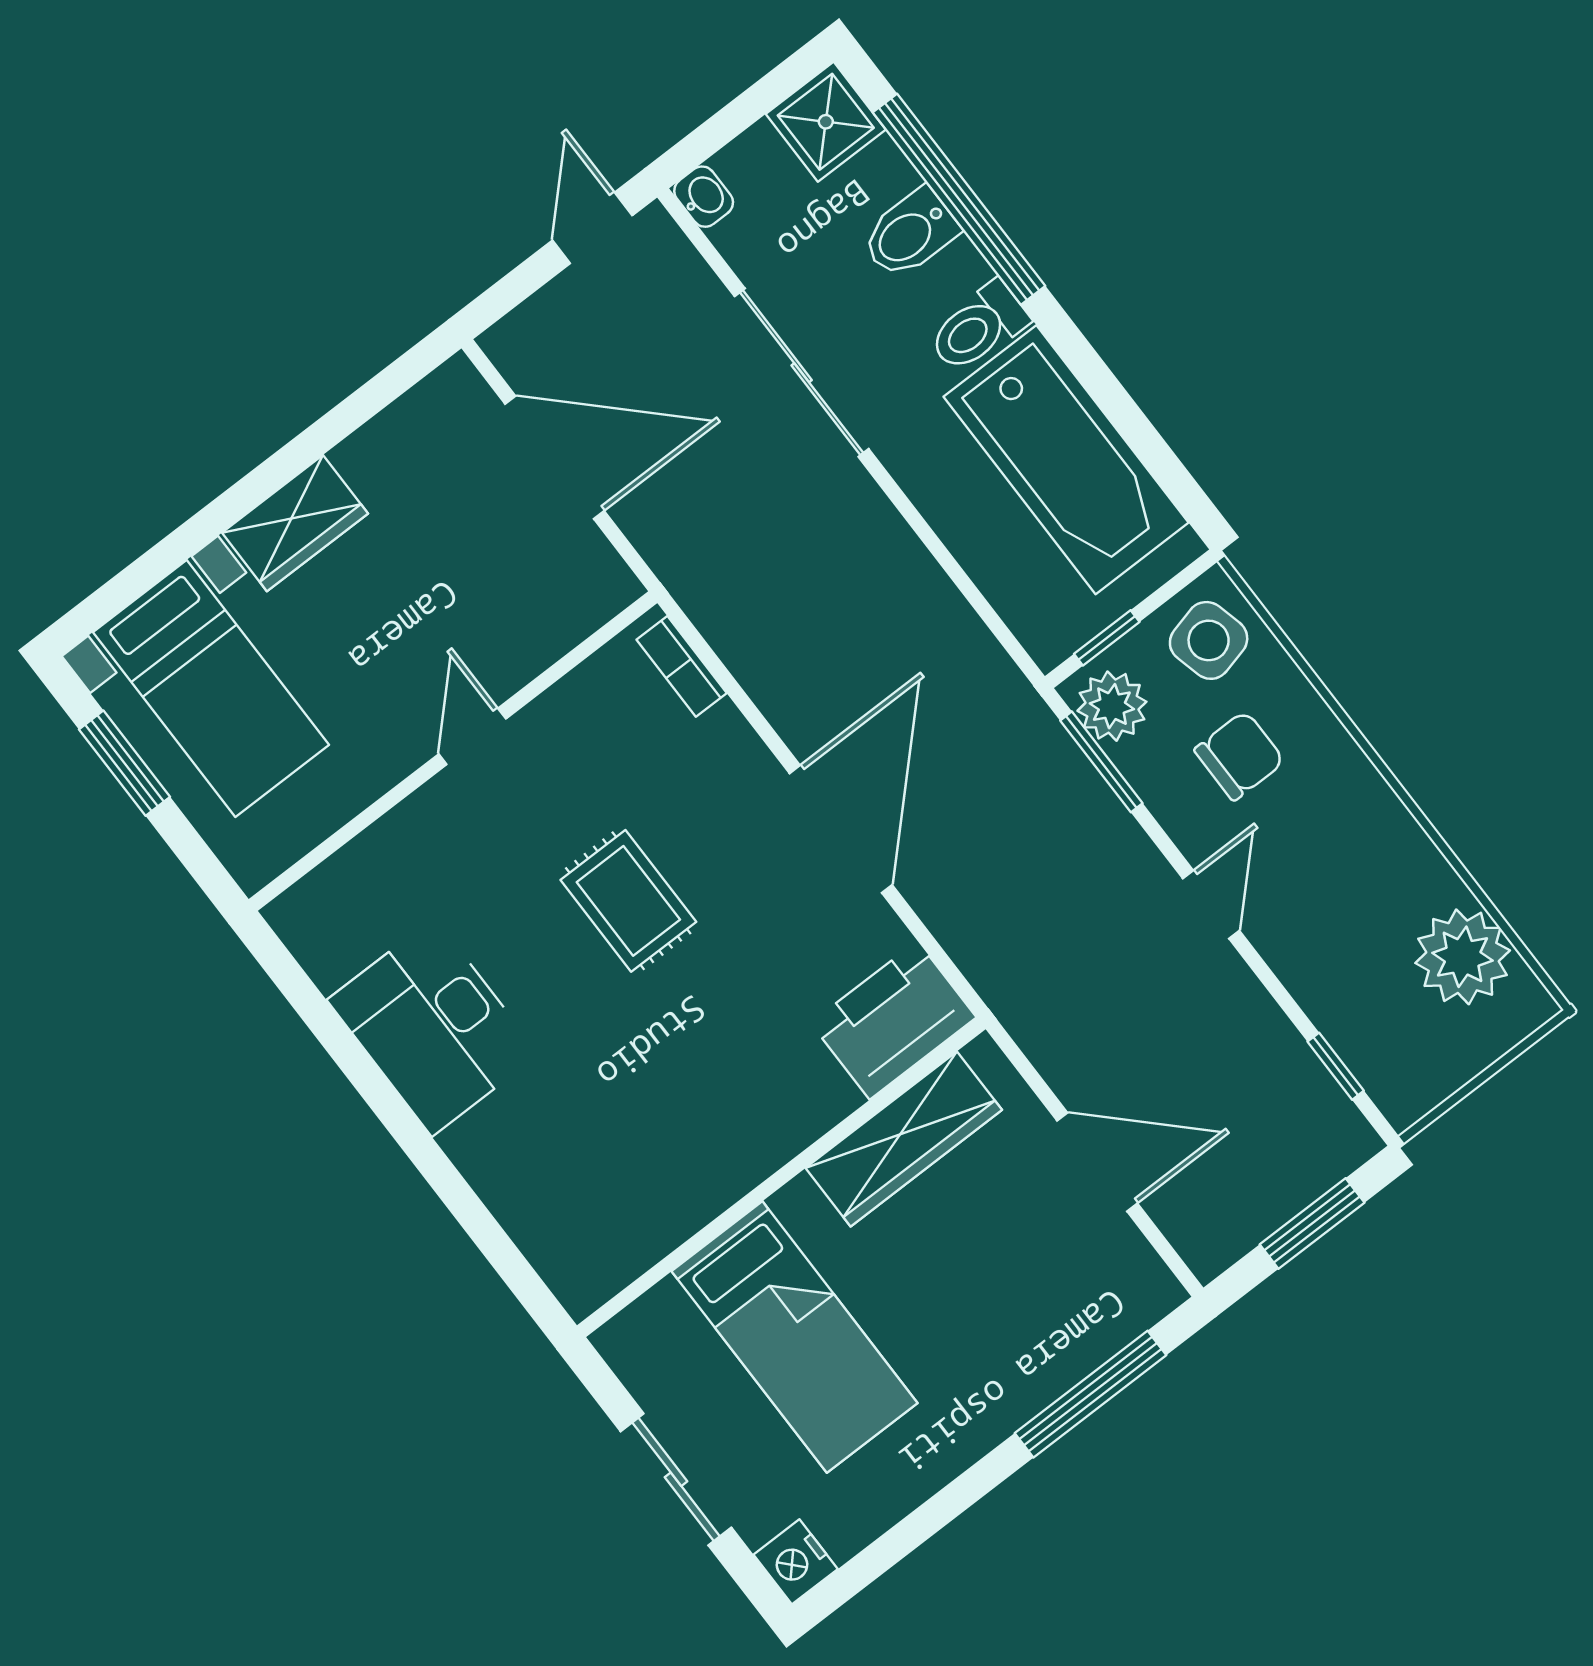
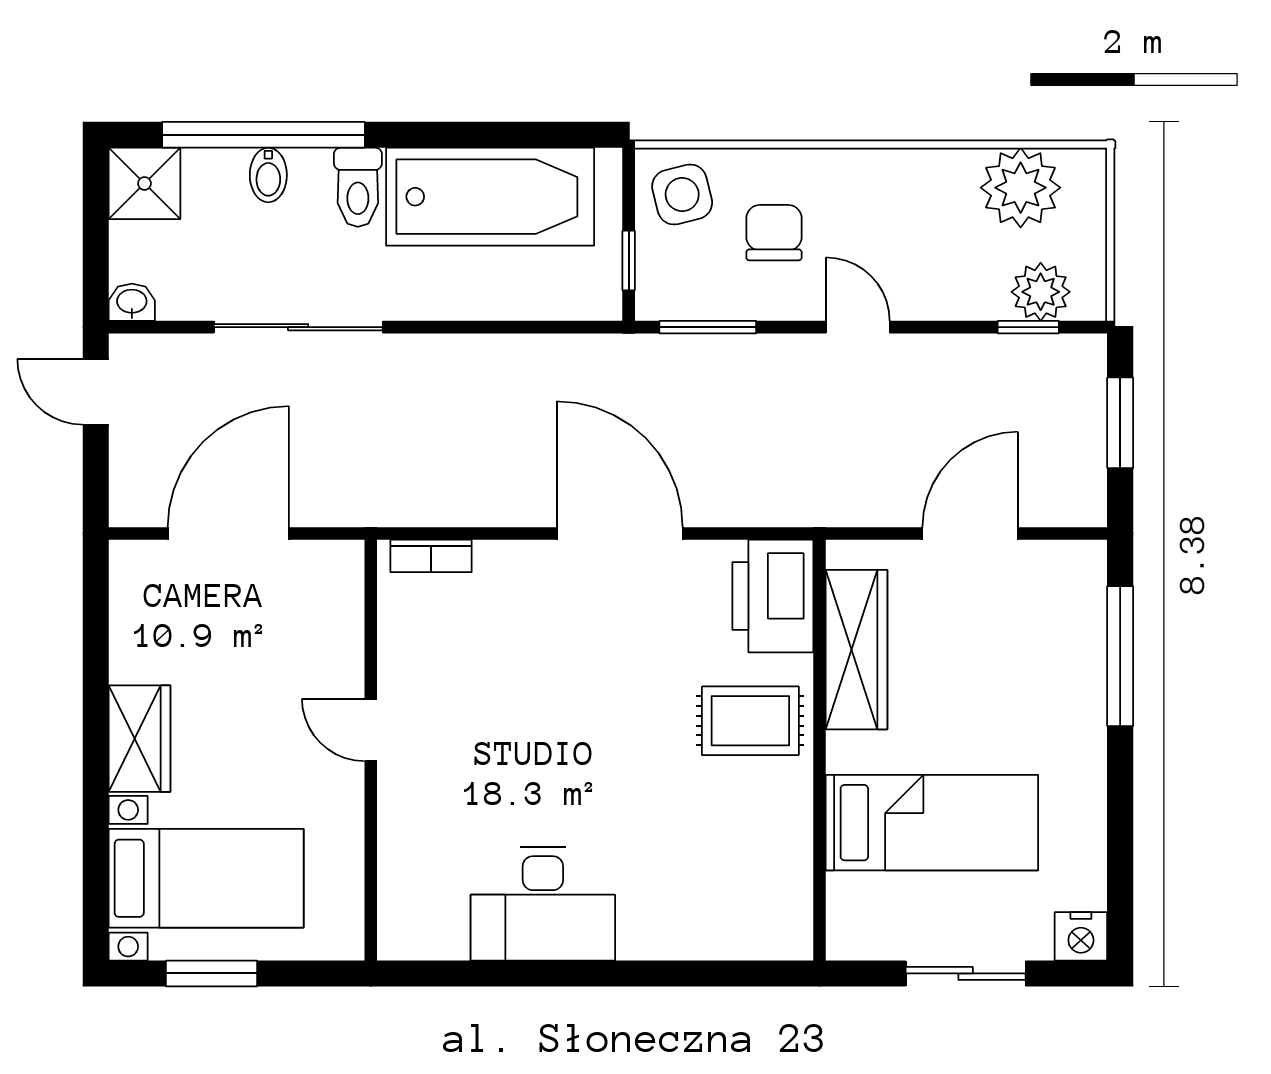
bidet: (910, 234) -> (268, 175), width x0.72, depth x0.74
plant: (1112, 706) -> (1041, 292), moved
rug: (628, 901) -> (750, 721), moved

